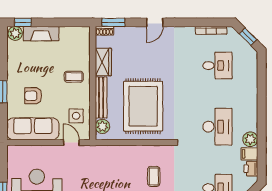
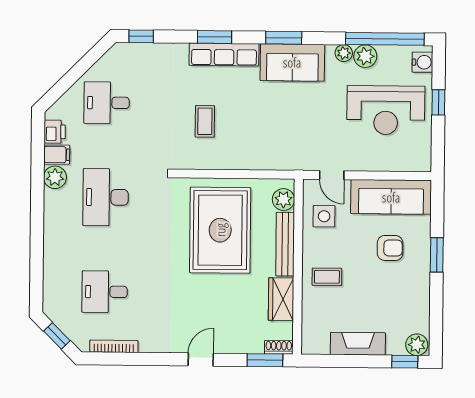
fireplace: (41, 34) -> (358, 344), moved

